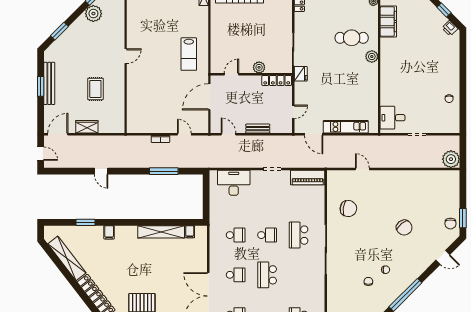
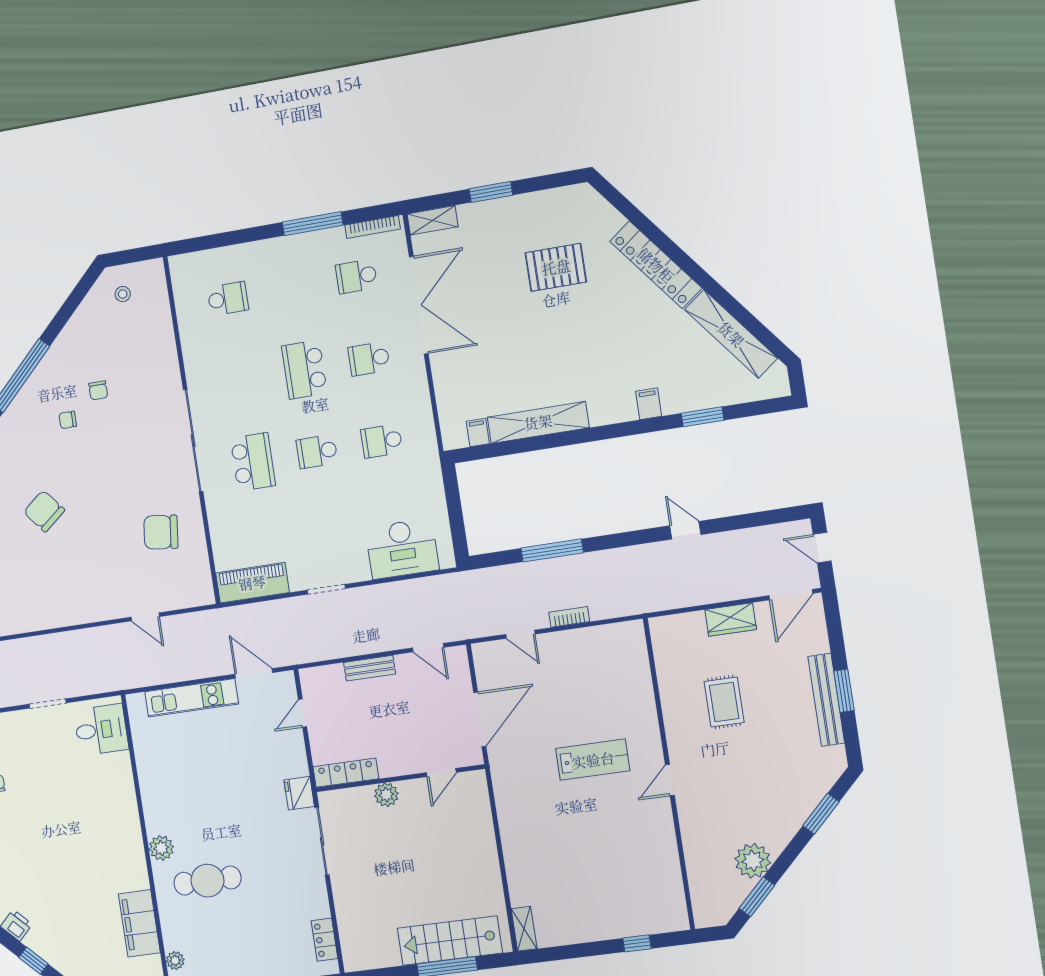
lab bench: (189, 54) -> (593, 760), moved, turned 90
school desk: (267, 275) -> (304, 370), turned 180

